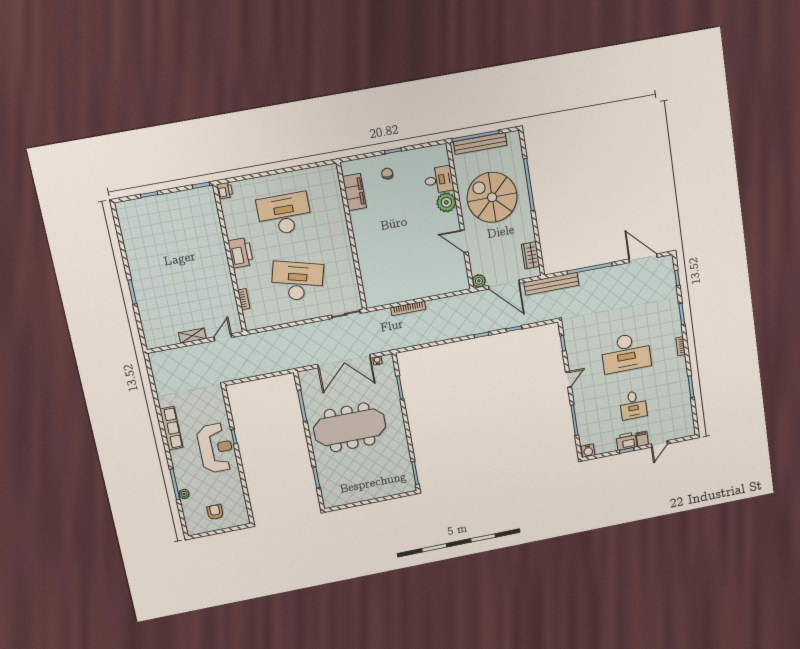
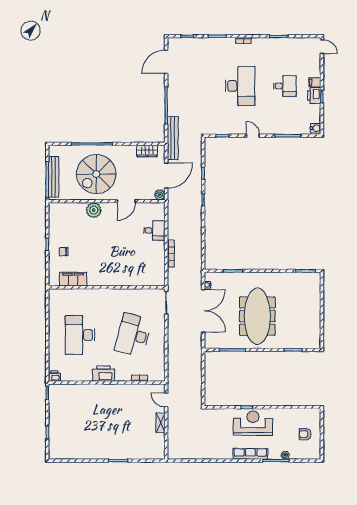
desk: (439, 180) -> (154, 230), moved, turned 90
row of seats: (171, 428) -> (250, 454), moved
door: (659, 444) -> (322, 47), moved

